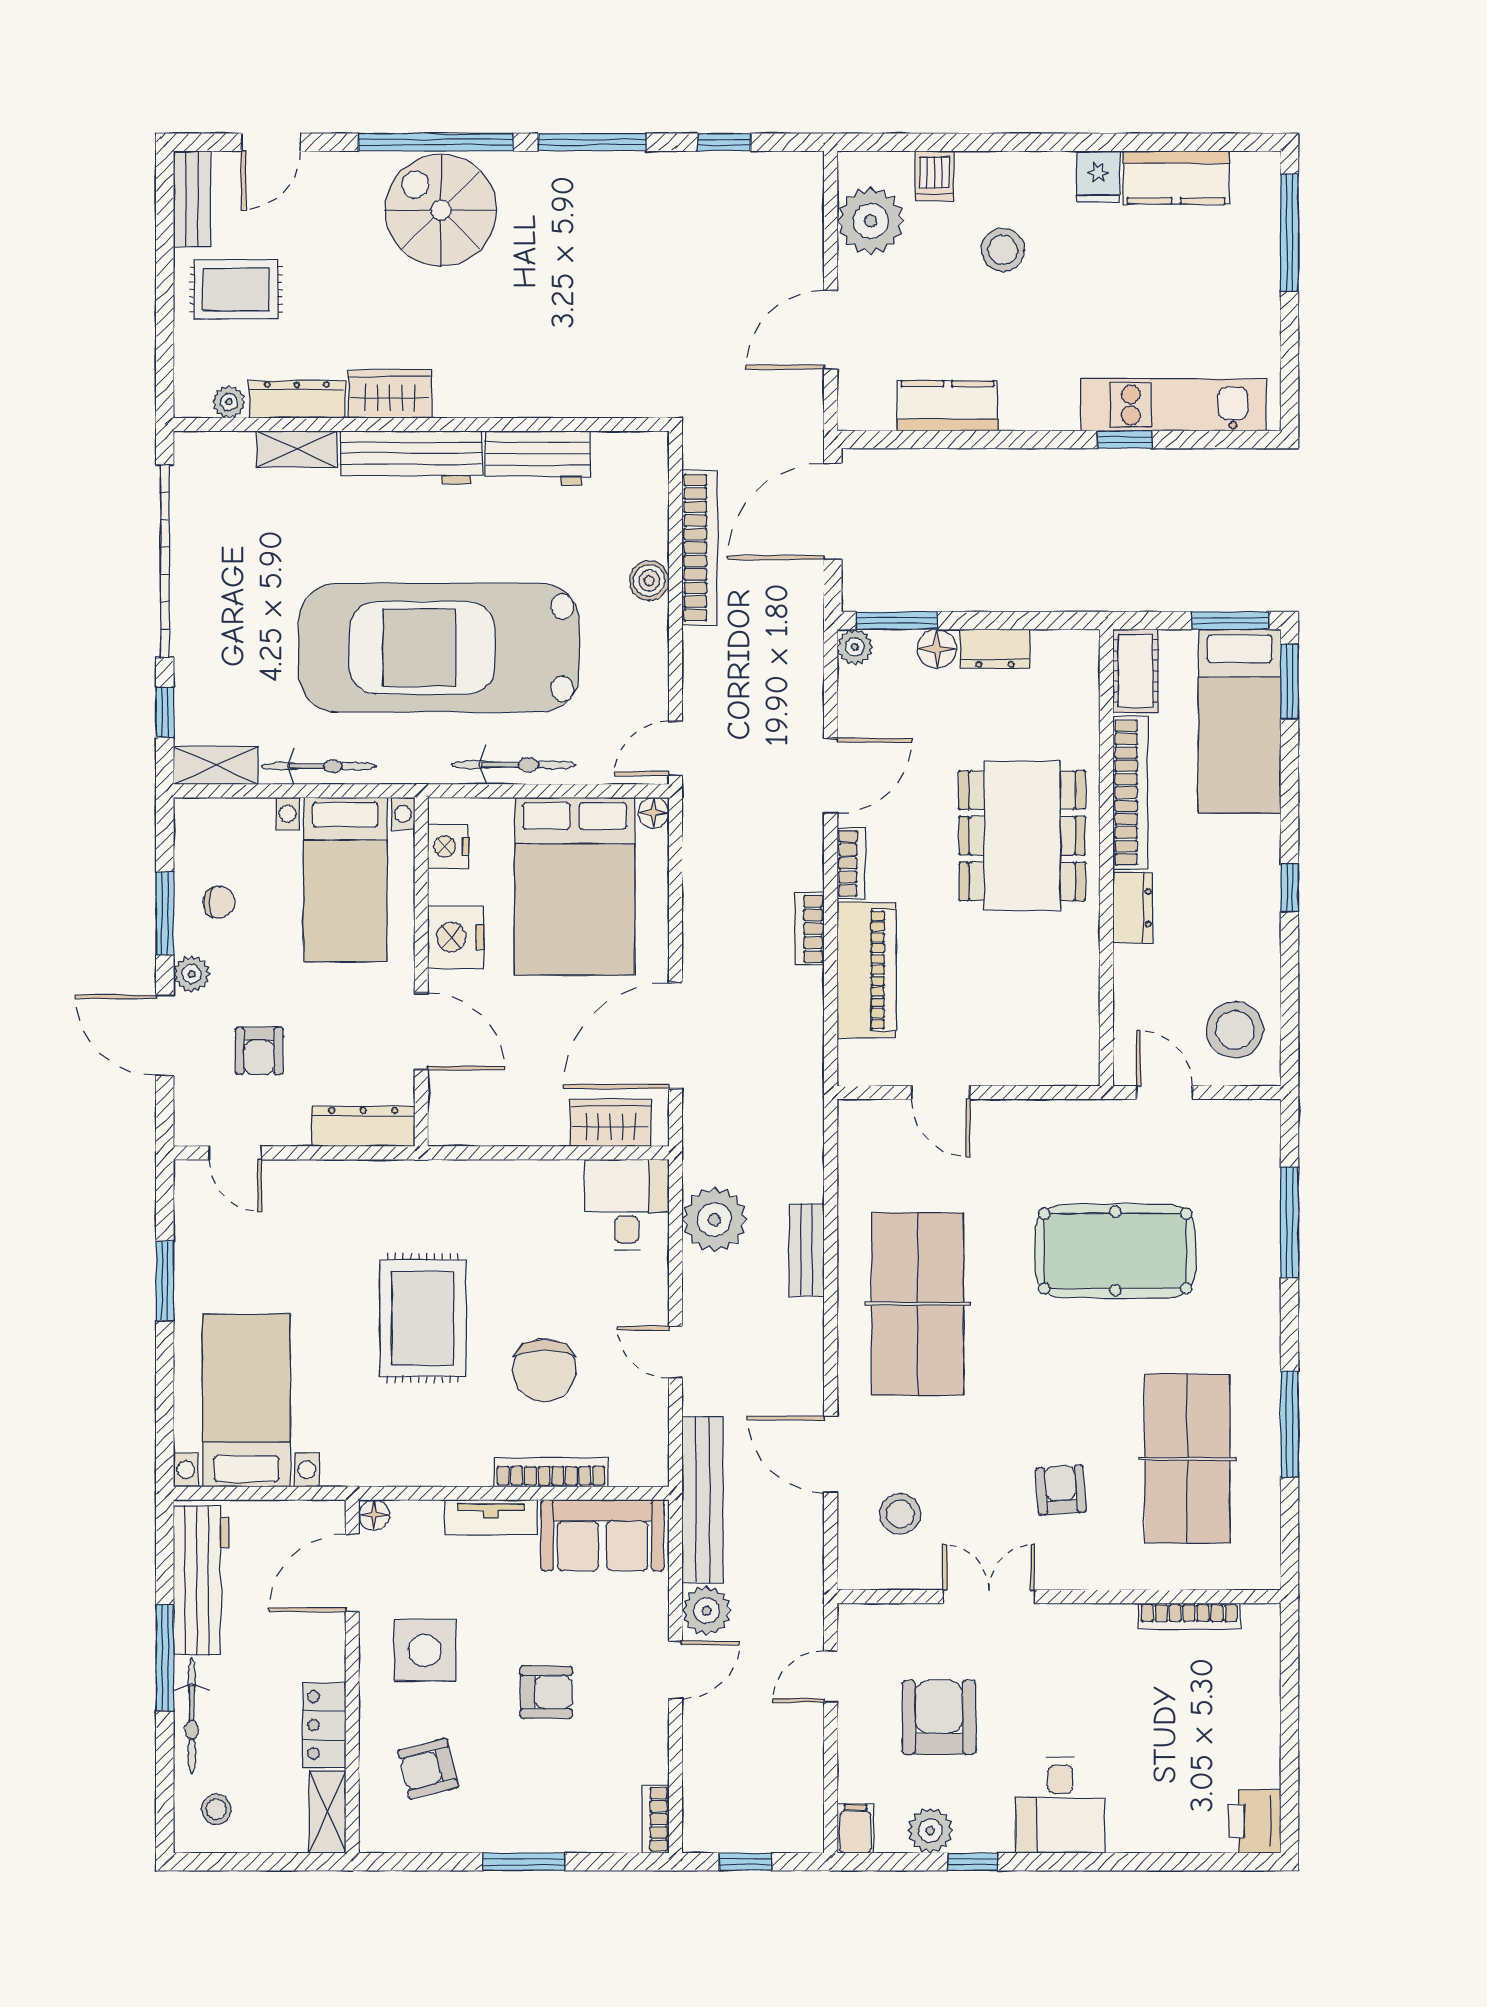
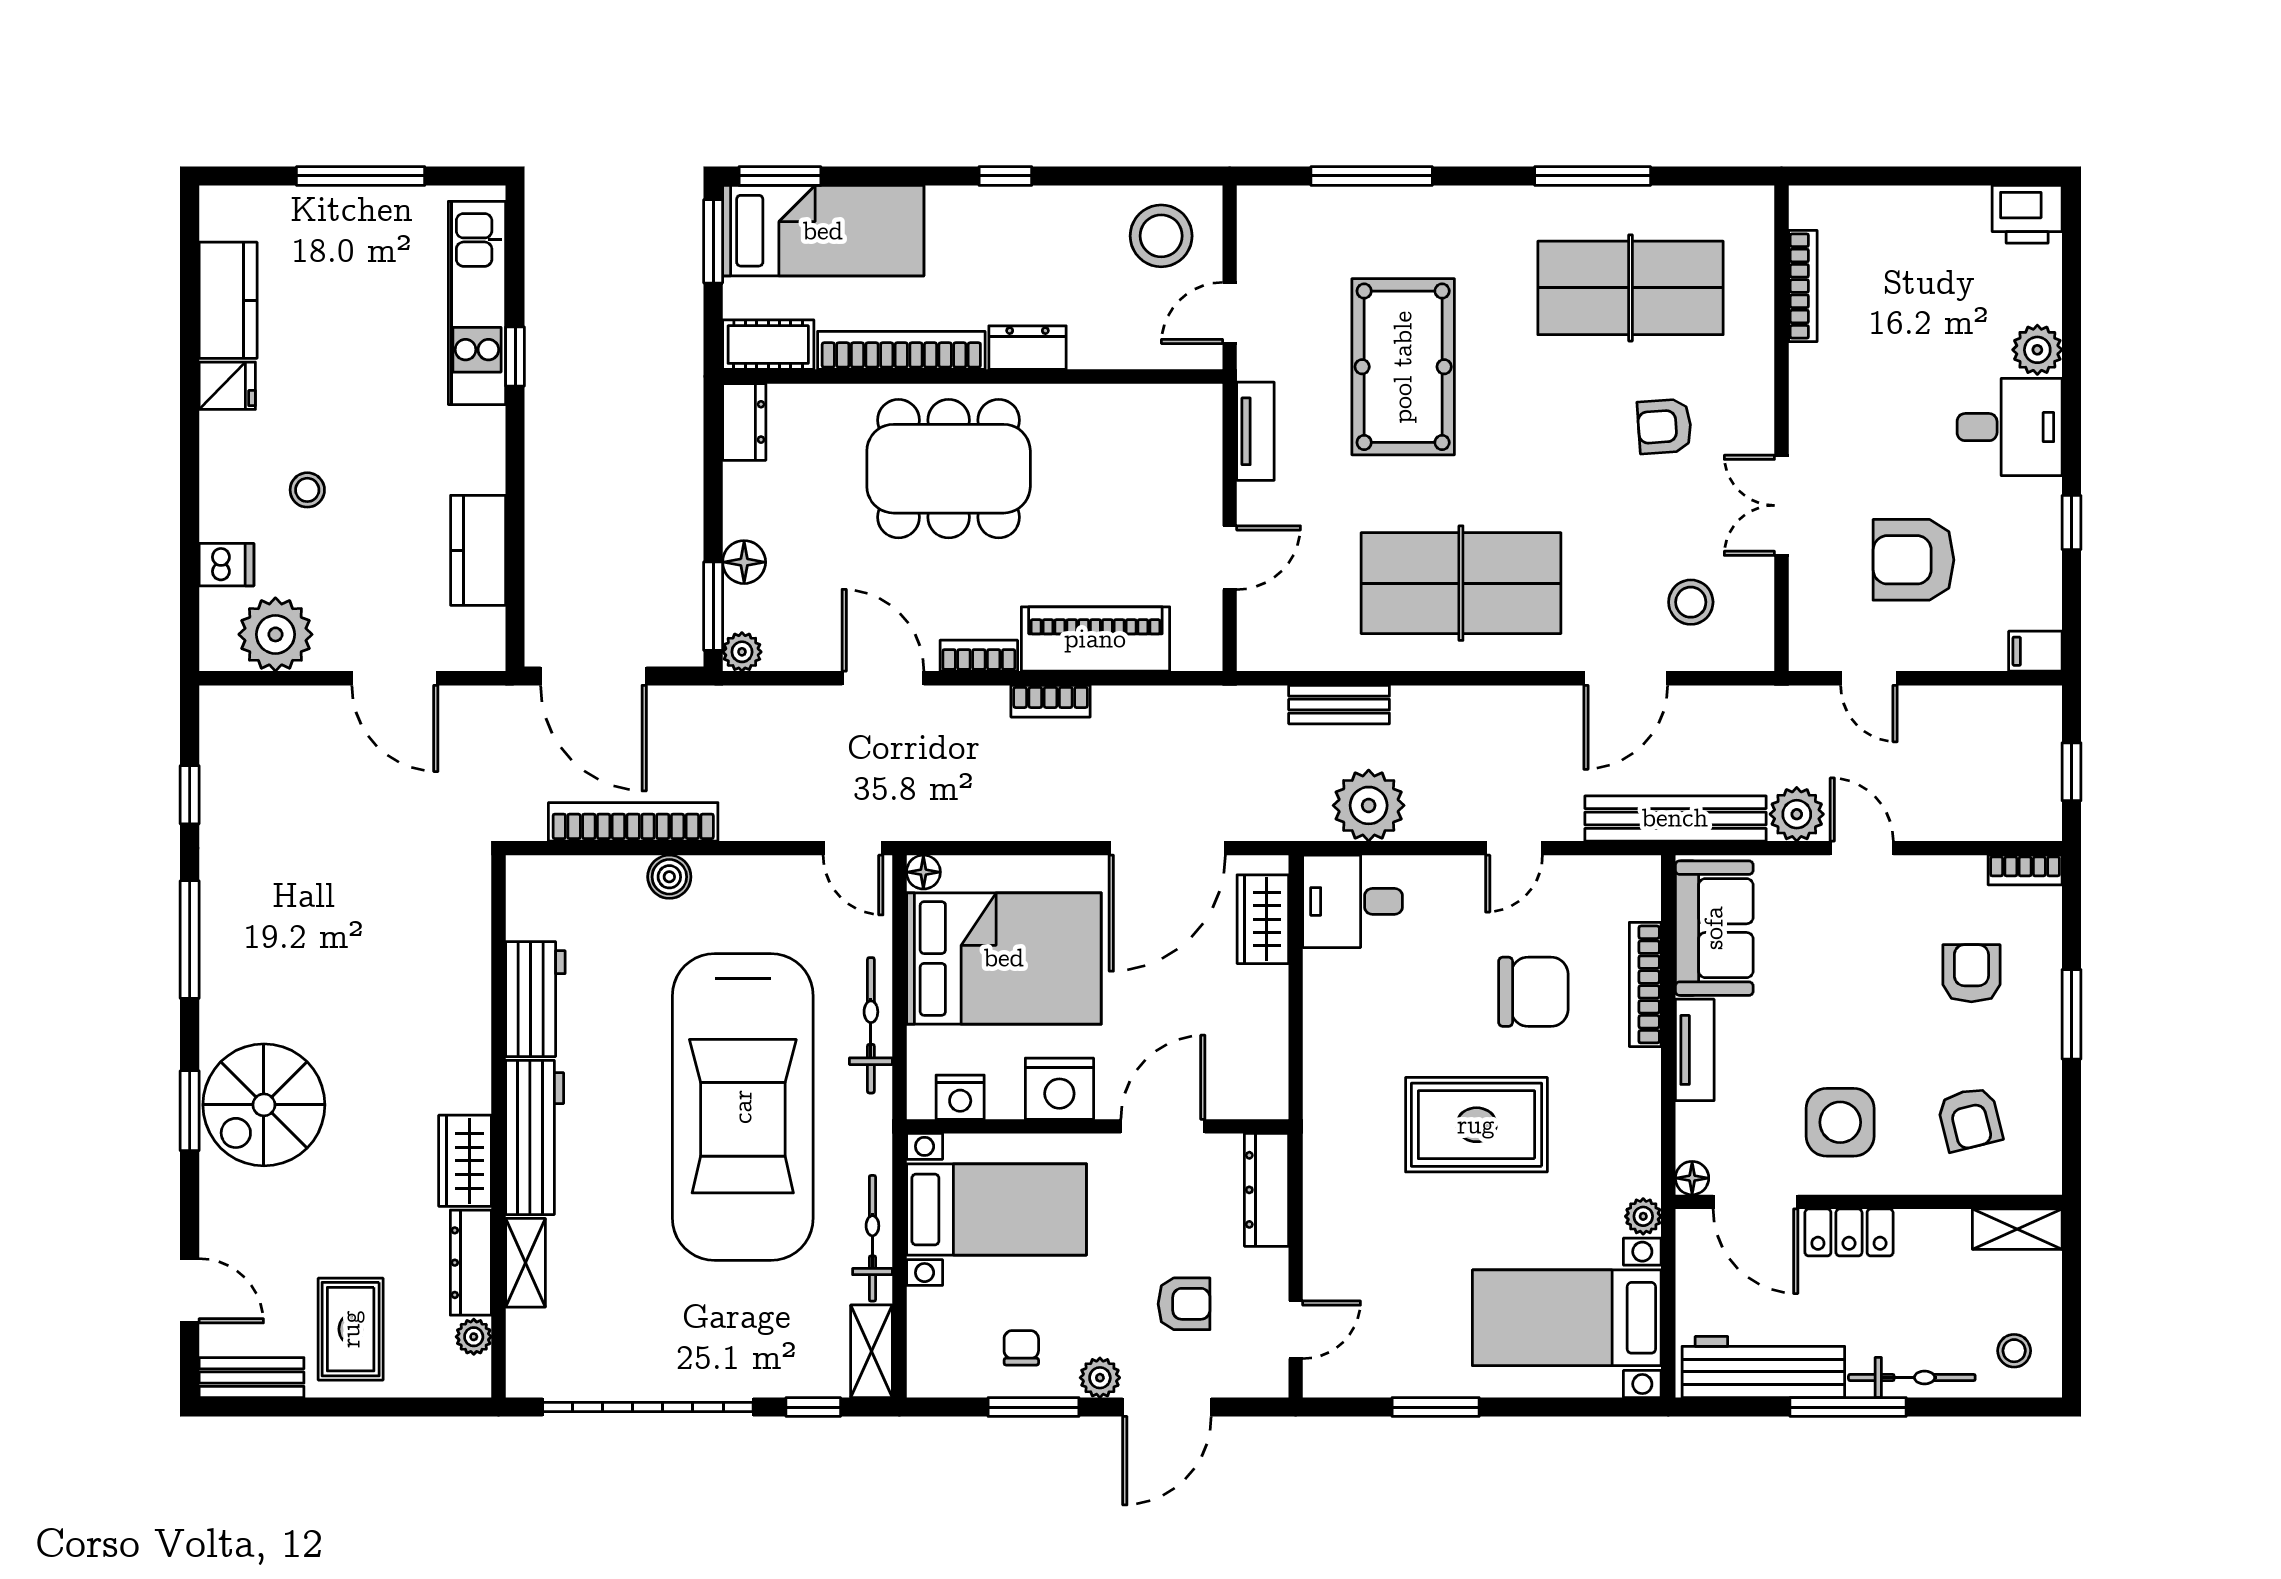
window: (436, 142) -> (190, 1111), width x0.47
window: (1290, 233) -> (361, 176), moved
stool: (1003, 250) -> (307, 490), width x0.73, depth x0.73
dresser: (995, 649) -> (744, 422), moved
door: (675, 1036) -> (1167, 848), hinge flipped
tv unit: (1056, 1116) -> (1255, 431), added
bench: (807, 1250) -> (1339, 705), moved
plant: (339, 1470) -> (1643, 1216), added
armchair: (546, 1692) -> (1971, 973), moved
locker: (324, 1725) -> (1849, 1232), moved
plant: (930, 1830) -> (2037, 350), moved

